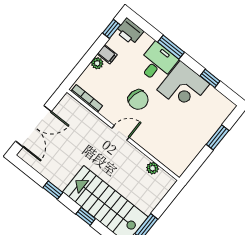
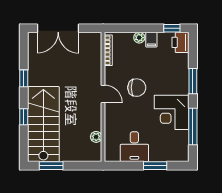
desk: (157, 63) -> (134, 147), moved, turned 90
window: (210, 78) -> (193, 127), width x2.17
chair: (138, 100) -> (137, 88), turned -104

